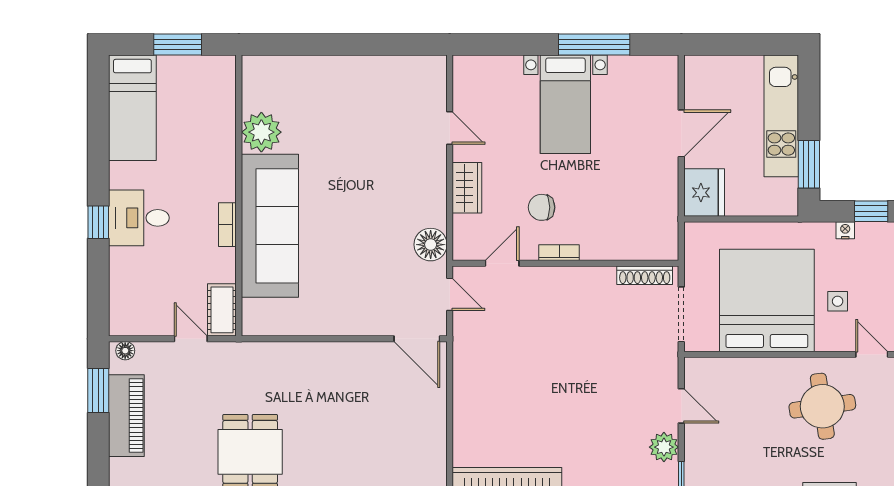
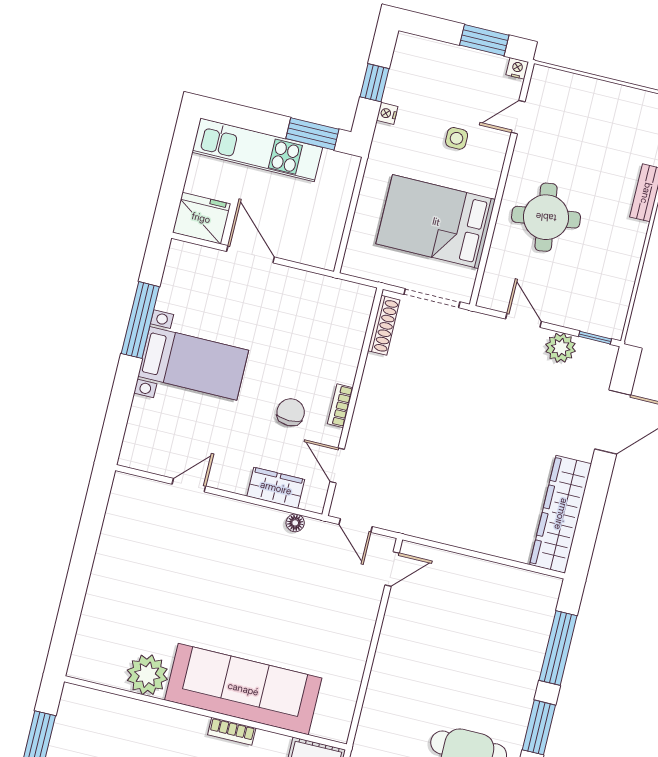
wardrobe: (467, 188) -> (276, 488), moved
fridge: (704, 193) -> (201, 218), moved
chair: (542, 207) -> (291, 412), turned 180
floor lamp: (431, 245) -> (295, 523), width x0.53, depth x0.53
door: (450, 294) -> (356, 525), swing flipped
bed: (767, 300) -> (436, 222), width x0.73
door: (417, 339) -> (392, 569), width x0.73
door: (681, 406) -> (524, 320), hinge flipped
round table: (822, 406) -> (546, 217), moved

